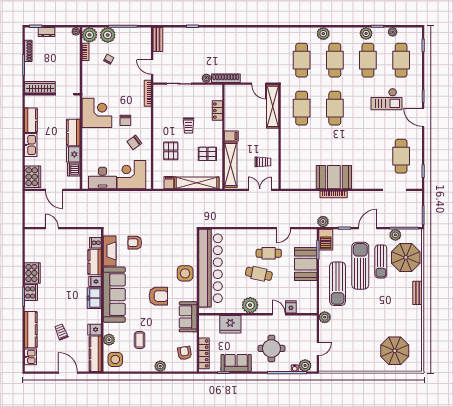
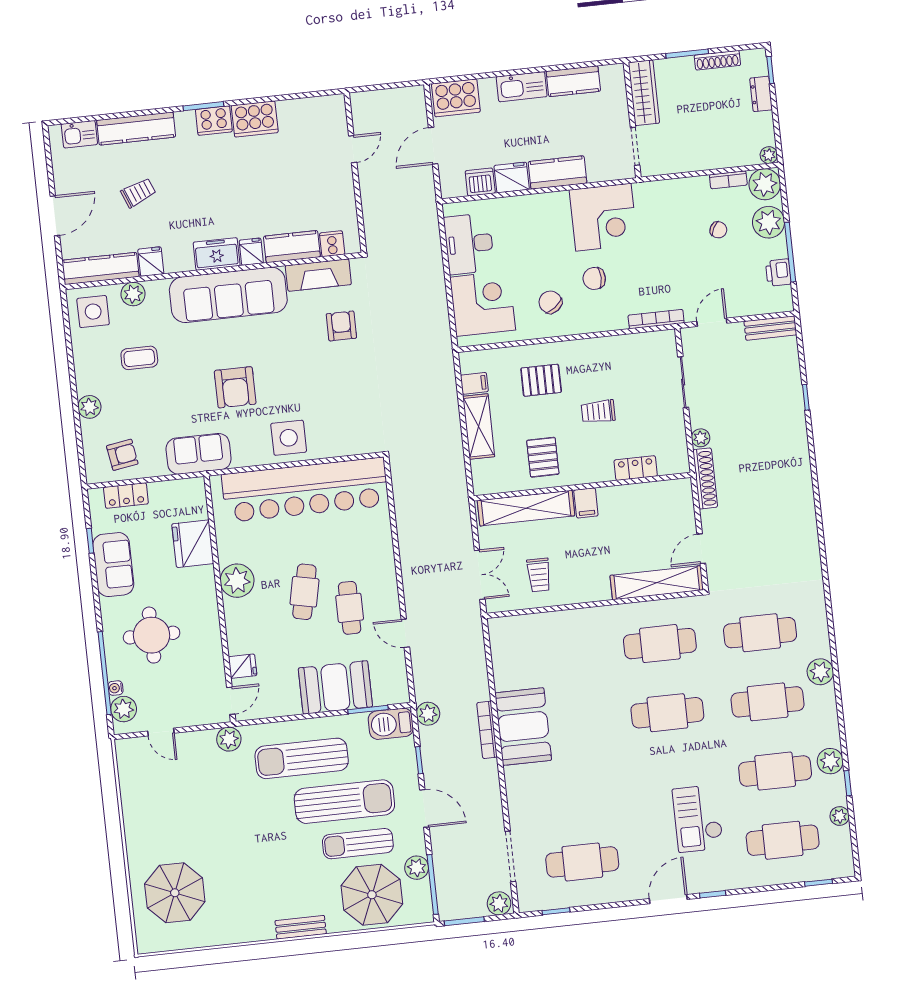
printer: (132, 33) -> (778, 273), added
shelving: (197, 183) -> (479, 426), width x0.68
plant: (416, 198) -> (499, 903), added
door: (279, 314) -> (231, 701), moved
locker: (204, 353) -> (126, 496), width x0.66

